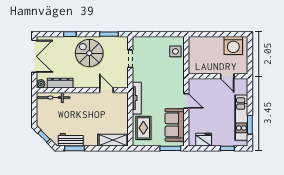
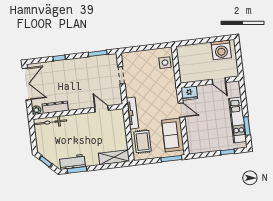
spiral stairs: (89, 53) -> (80, 74), removed
fridge: (204, 140) -> (189, 93), moved, turned 180

